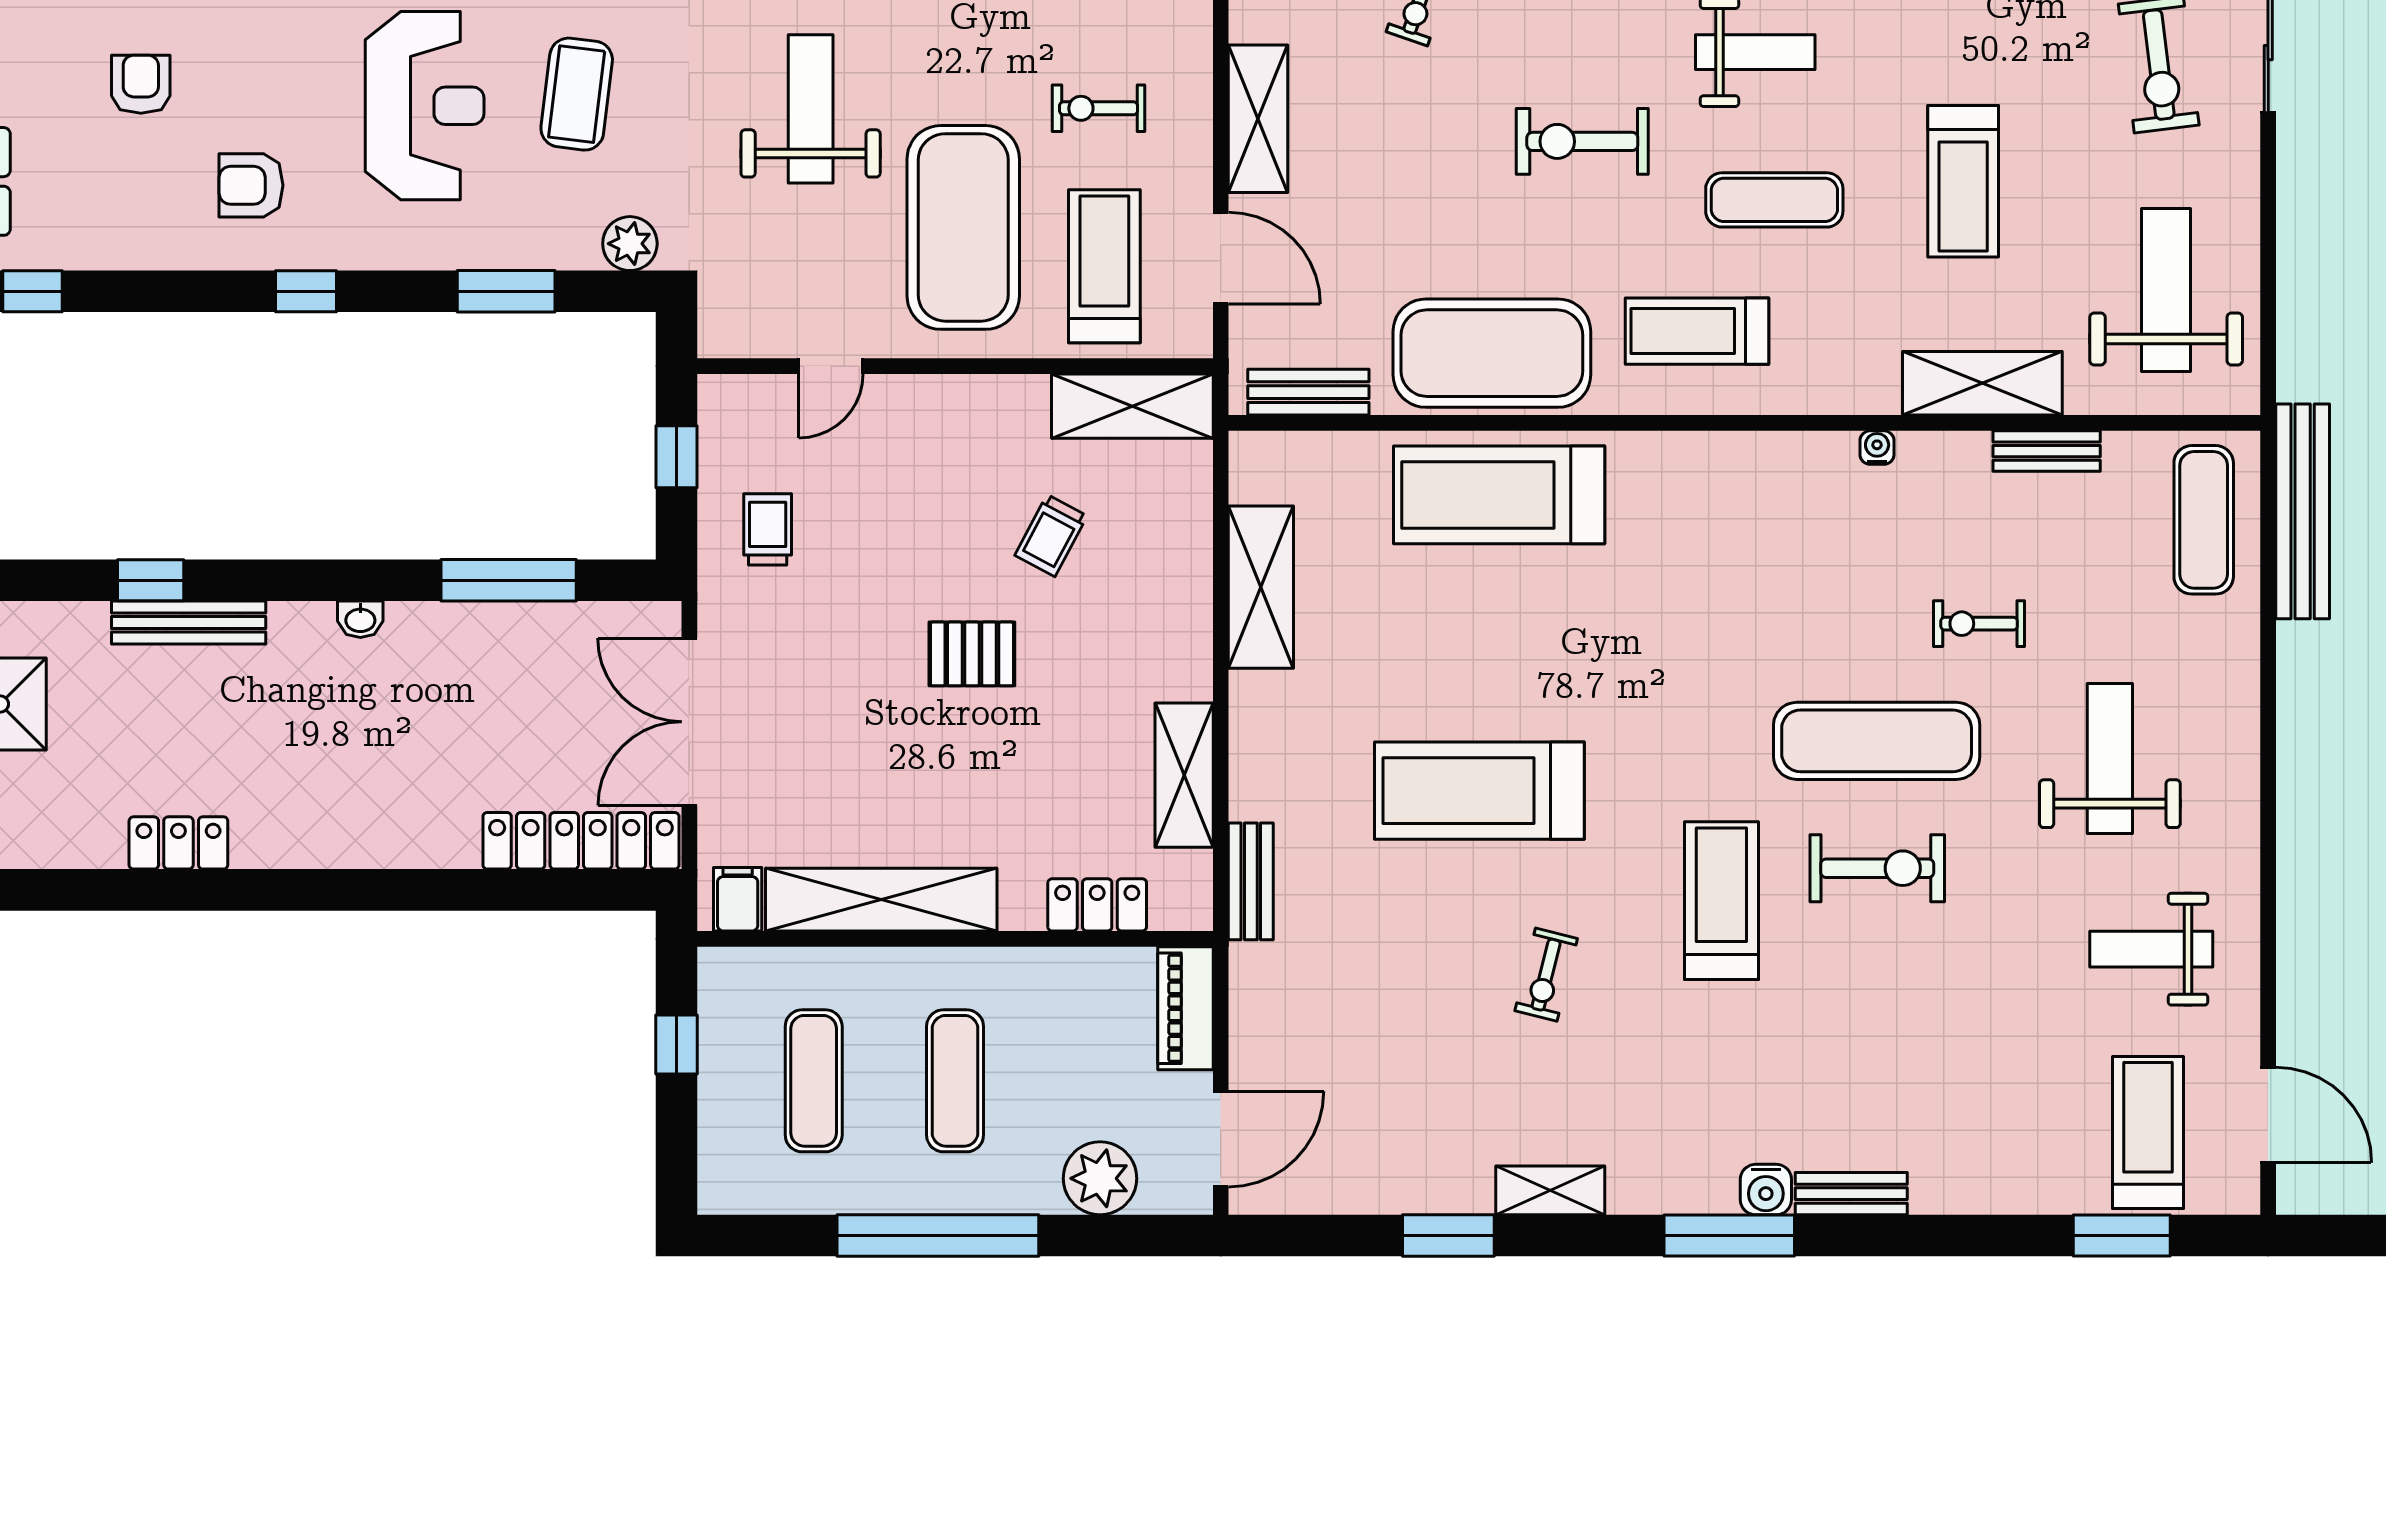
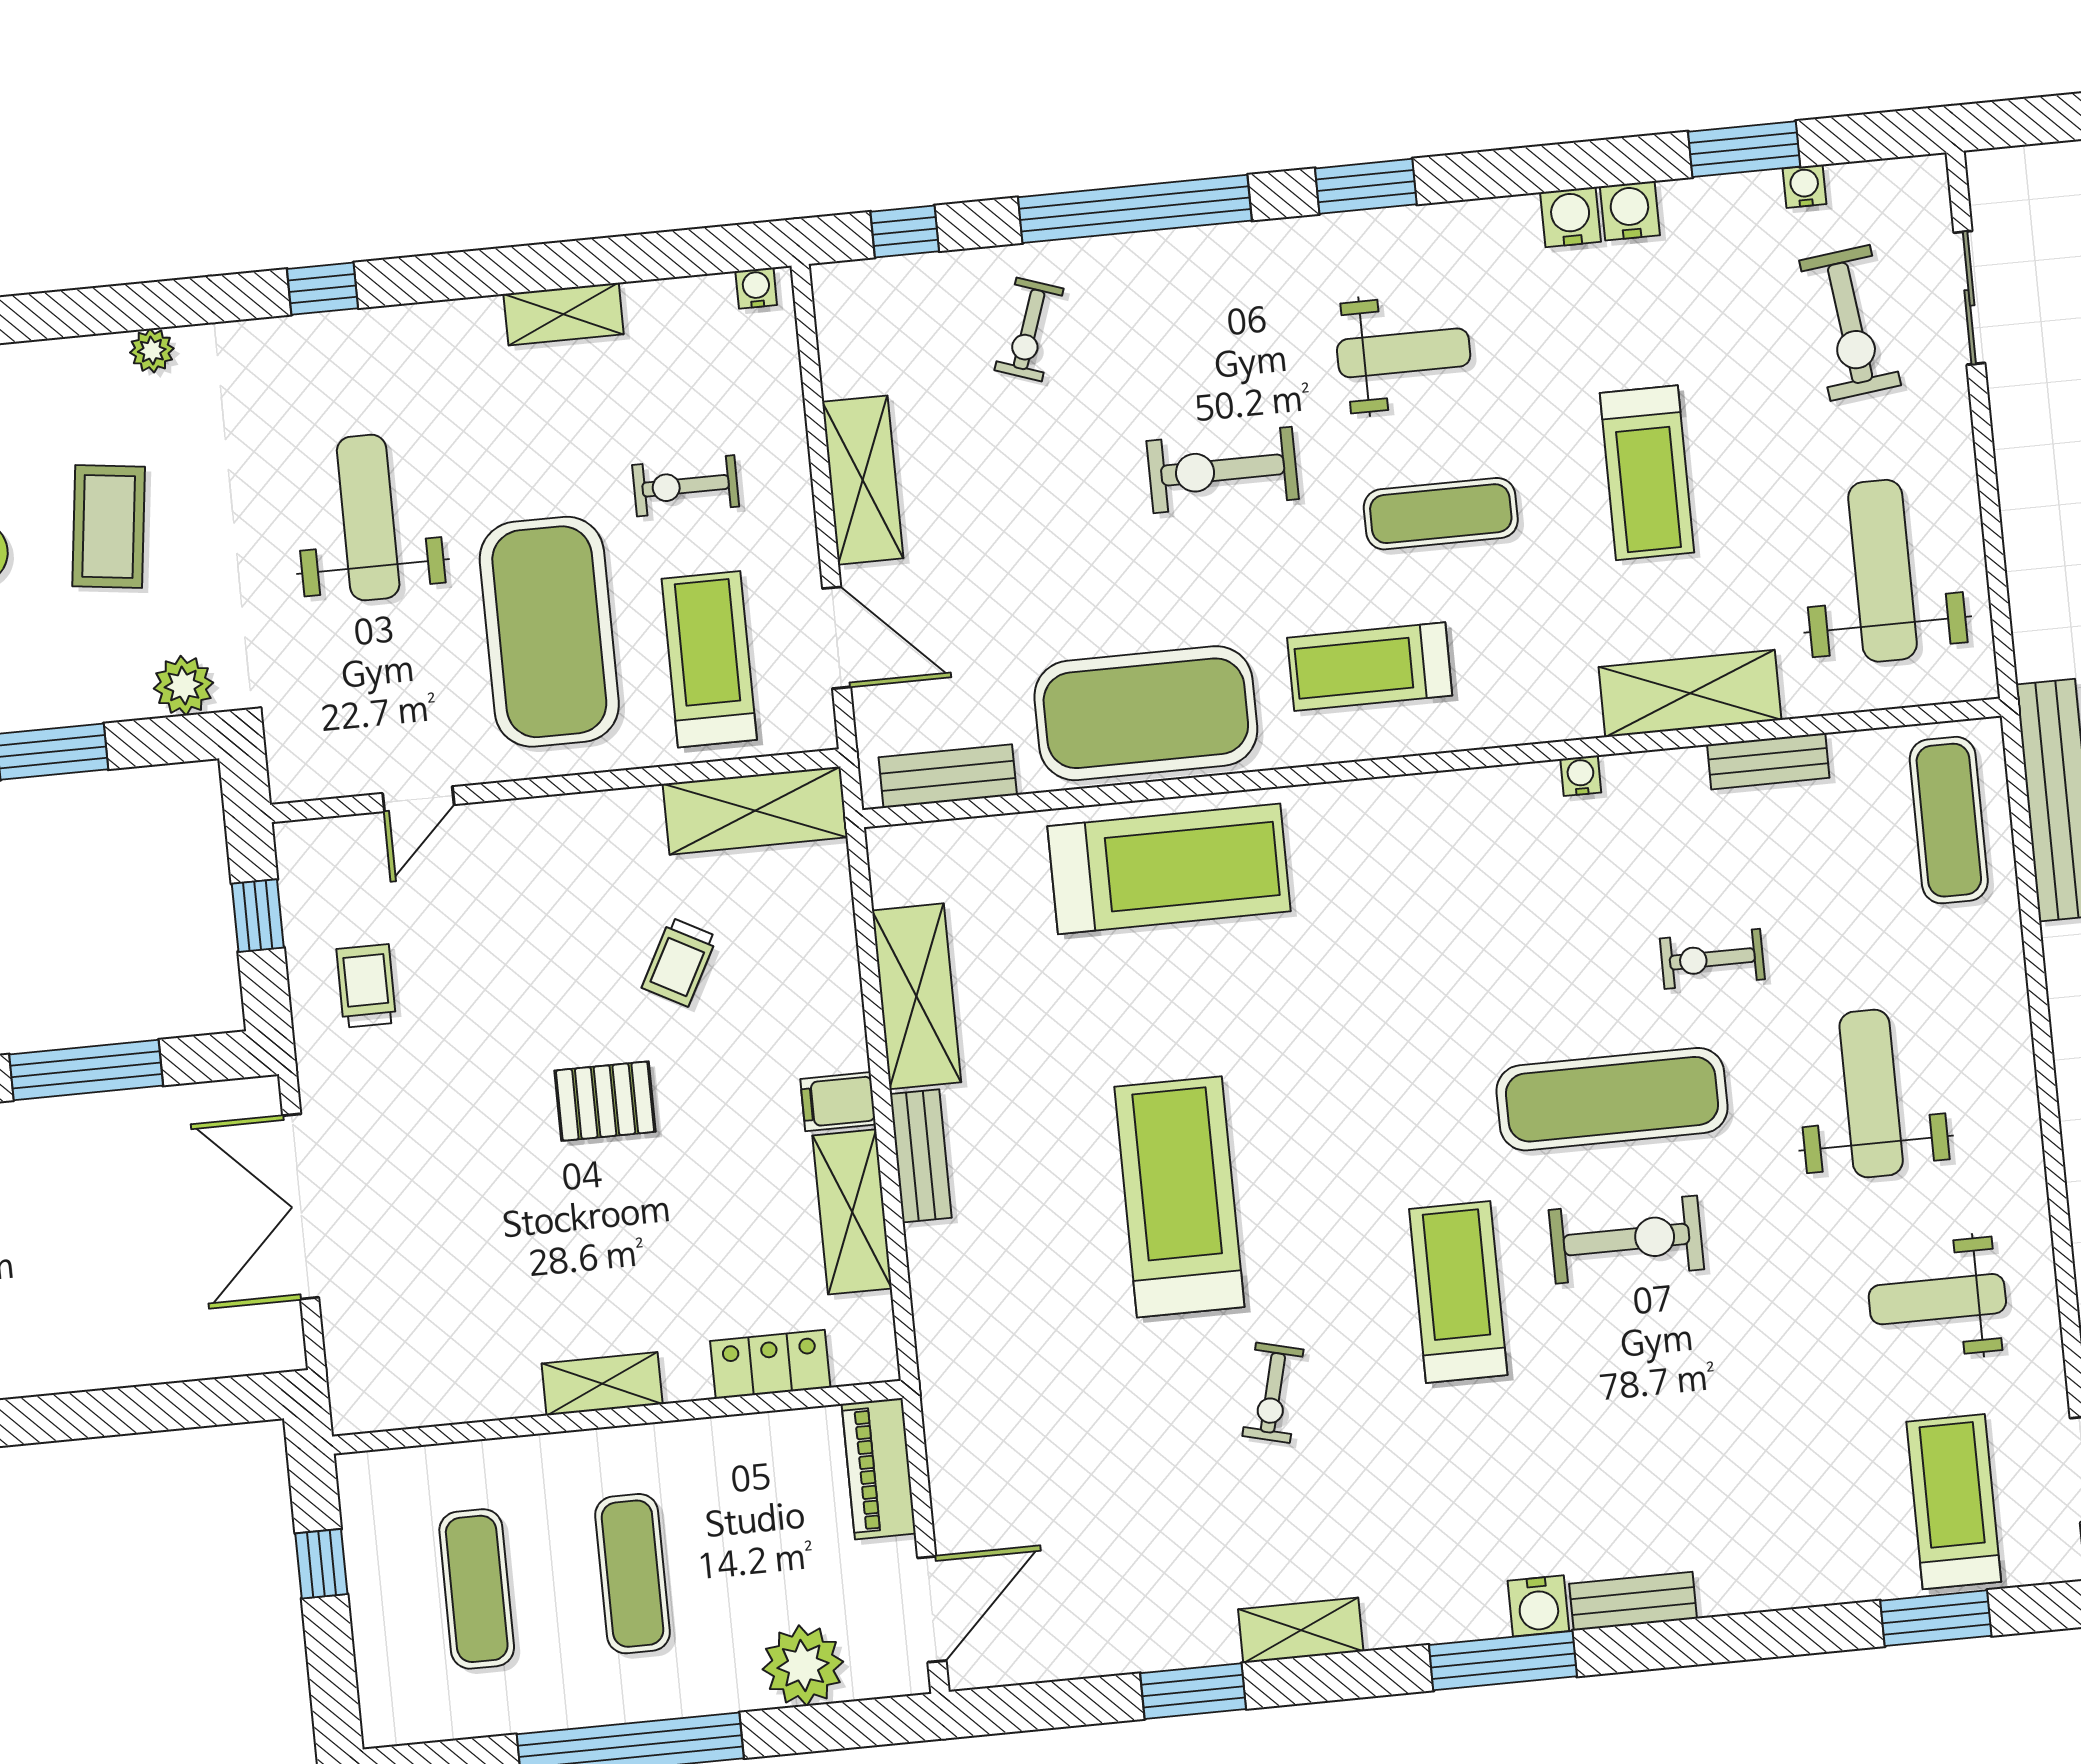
treadmill: (1499, 495) -> (1169, 869), turned 180
treadmill: (1479, 791) -> (1179, 1197), turned 90
locker: (581, 841) -> (194, 1349), removed
bench: (1251, 881) -> (921, 1156), moved
filing cabinet: (738, 899) -> (838, 1102), moved, turned -90
shelving: (881, 900) -> (602, 1384), width x0.45, depth x0.75

